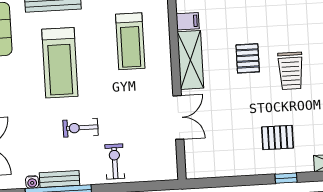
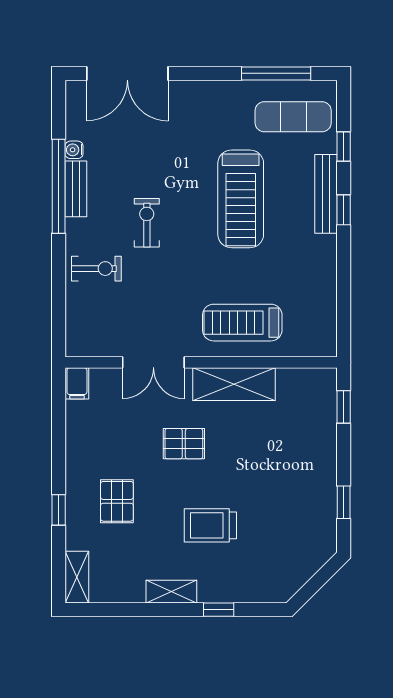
filing cabinet: (188, 21) -> (77, 383), moved
treadmill: (130, 41) -> (242, 323), moved
pallet: (248, 58) -> (184, 444), moved
treadmill: (60, 63) -> (241, 199), turned -90

